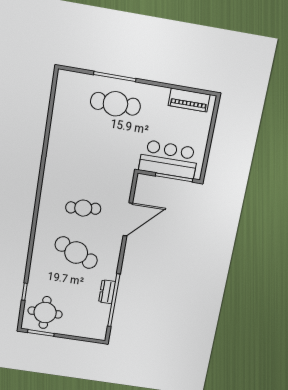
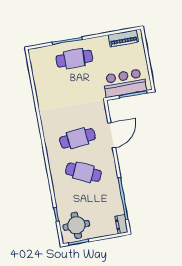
cafe table: (83, 208) -> (77, 138), width x1.37, depth x1.35
dresser: (107, 292) -> (121, 224), moved

